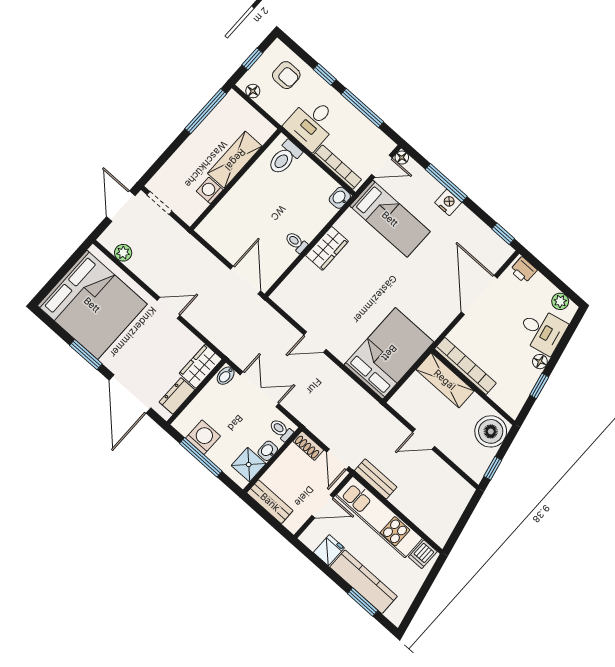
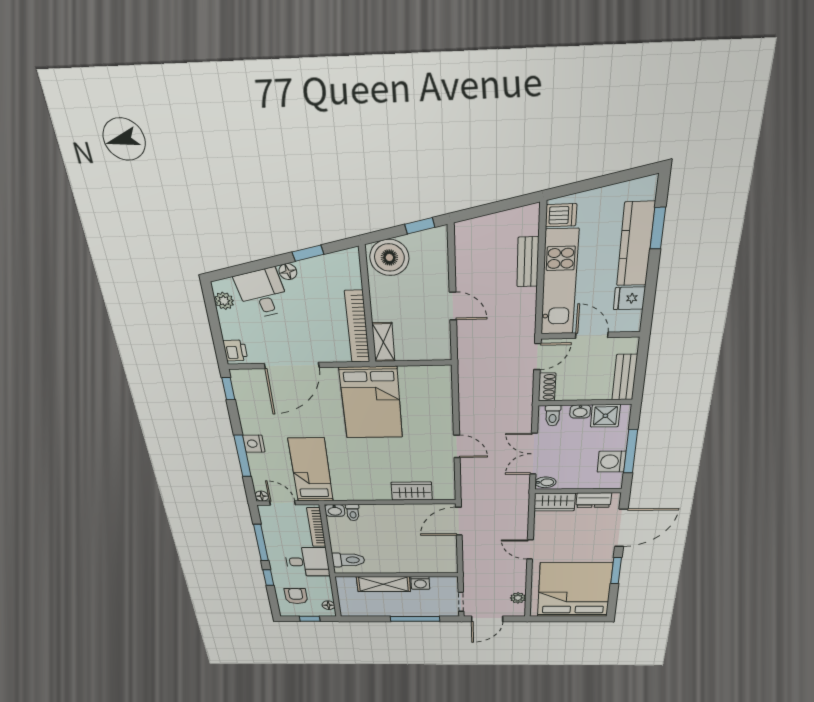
window: (206, 111) -> (415, 619), moved
toilet: (296, 242) -> (353, 513), moved
wardrobe: (327, 248) -> (412, 491), moved
bed: (389, 353) -> (371, 403), moved, turned -90
shelving: (445, 380) -> (383, 342), width x0.67, depth x0.75
bench: (376, 479) -> (528, 262), moved

